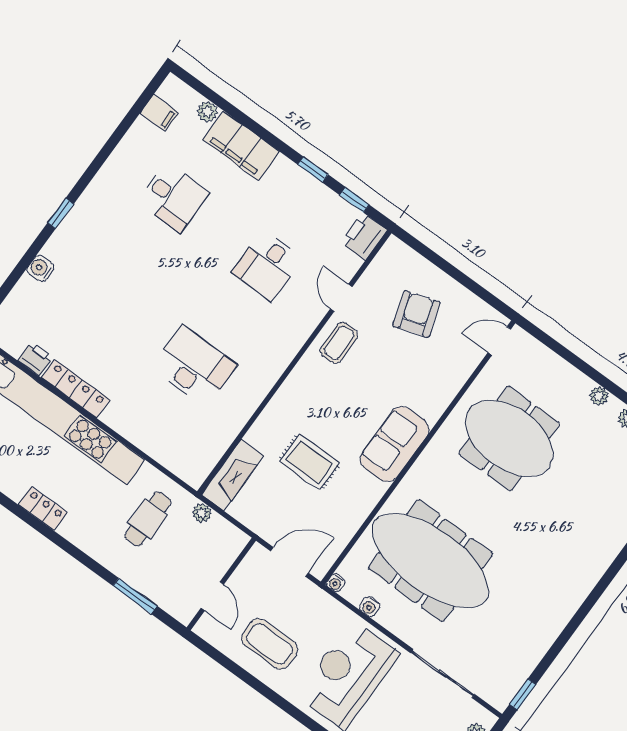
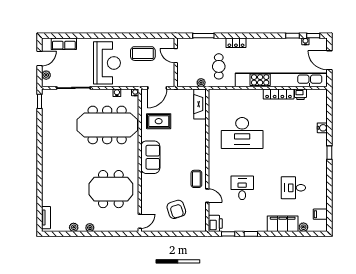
desk: (194, 366) -> (242, 133), width x1.36, depth x1.30
rug: (309, 462) -> (159, 121), moved
locker: (43, 509) -> (236, 43), moved

